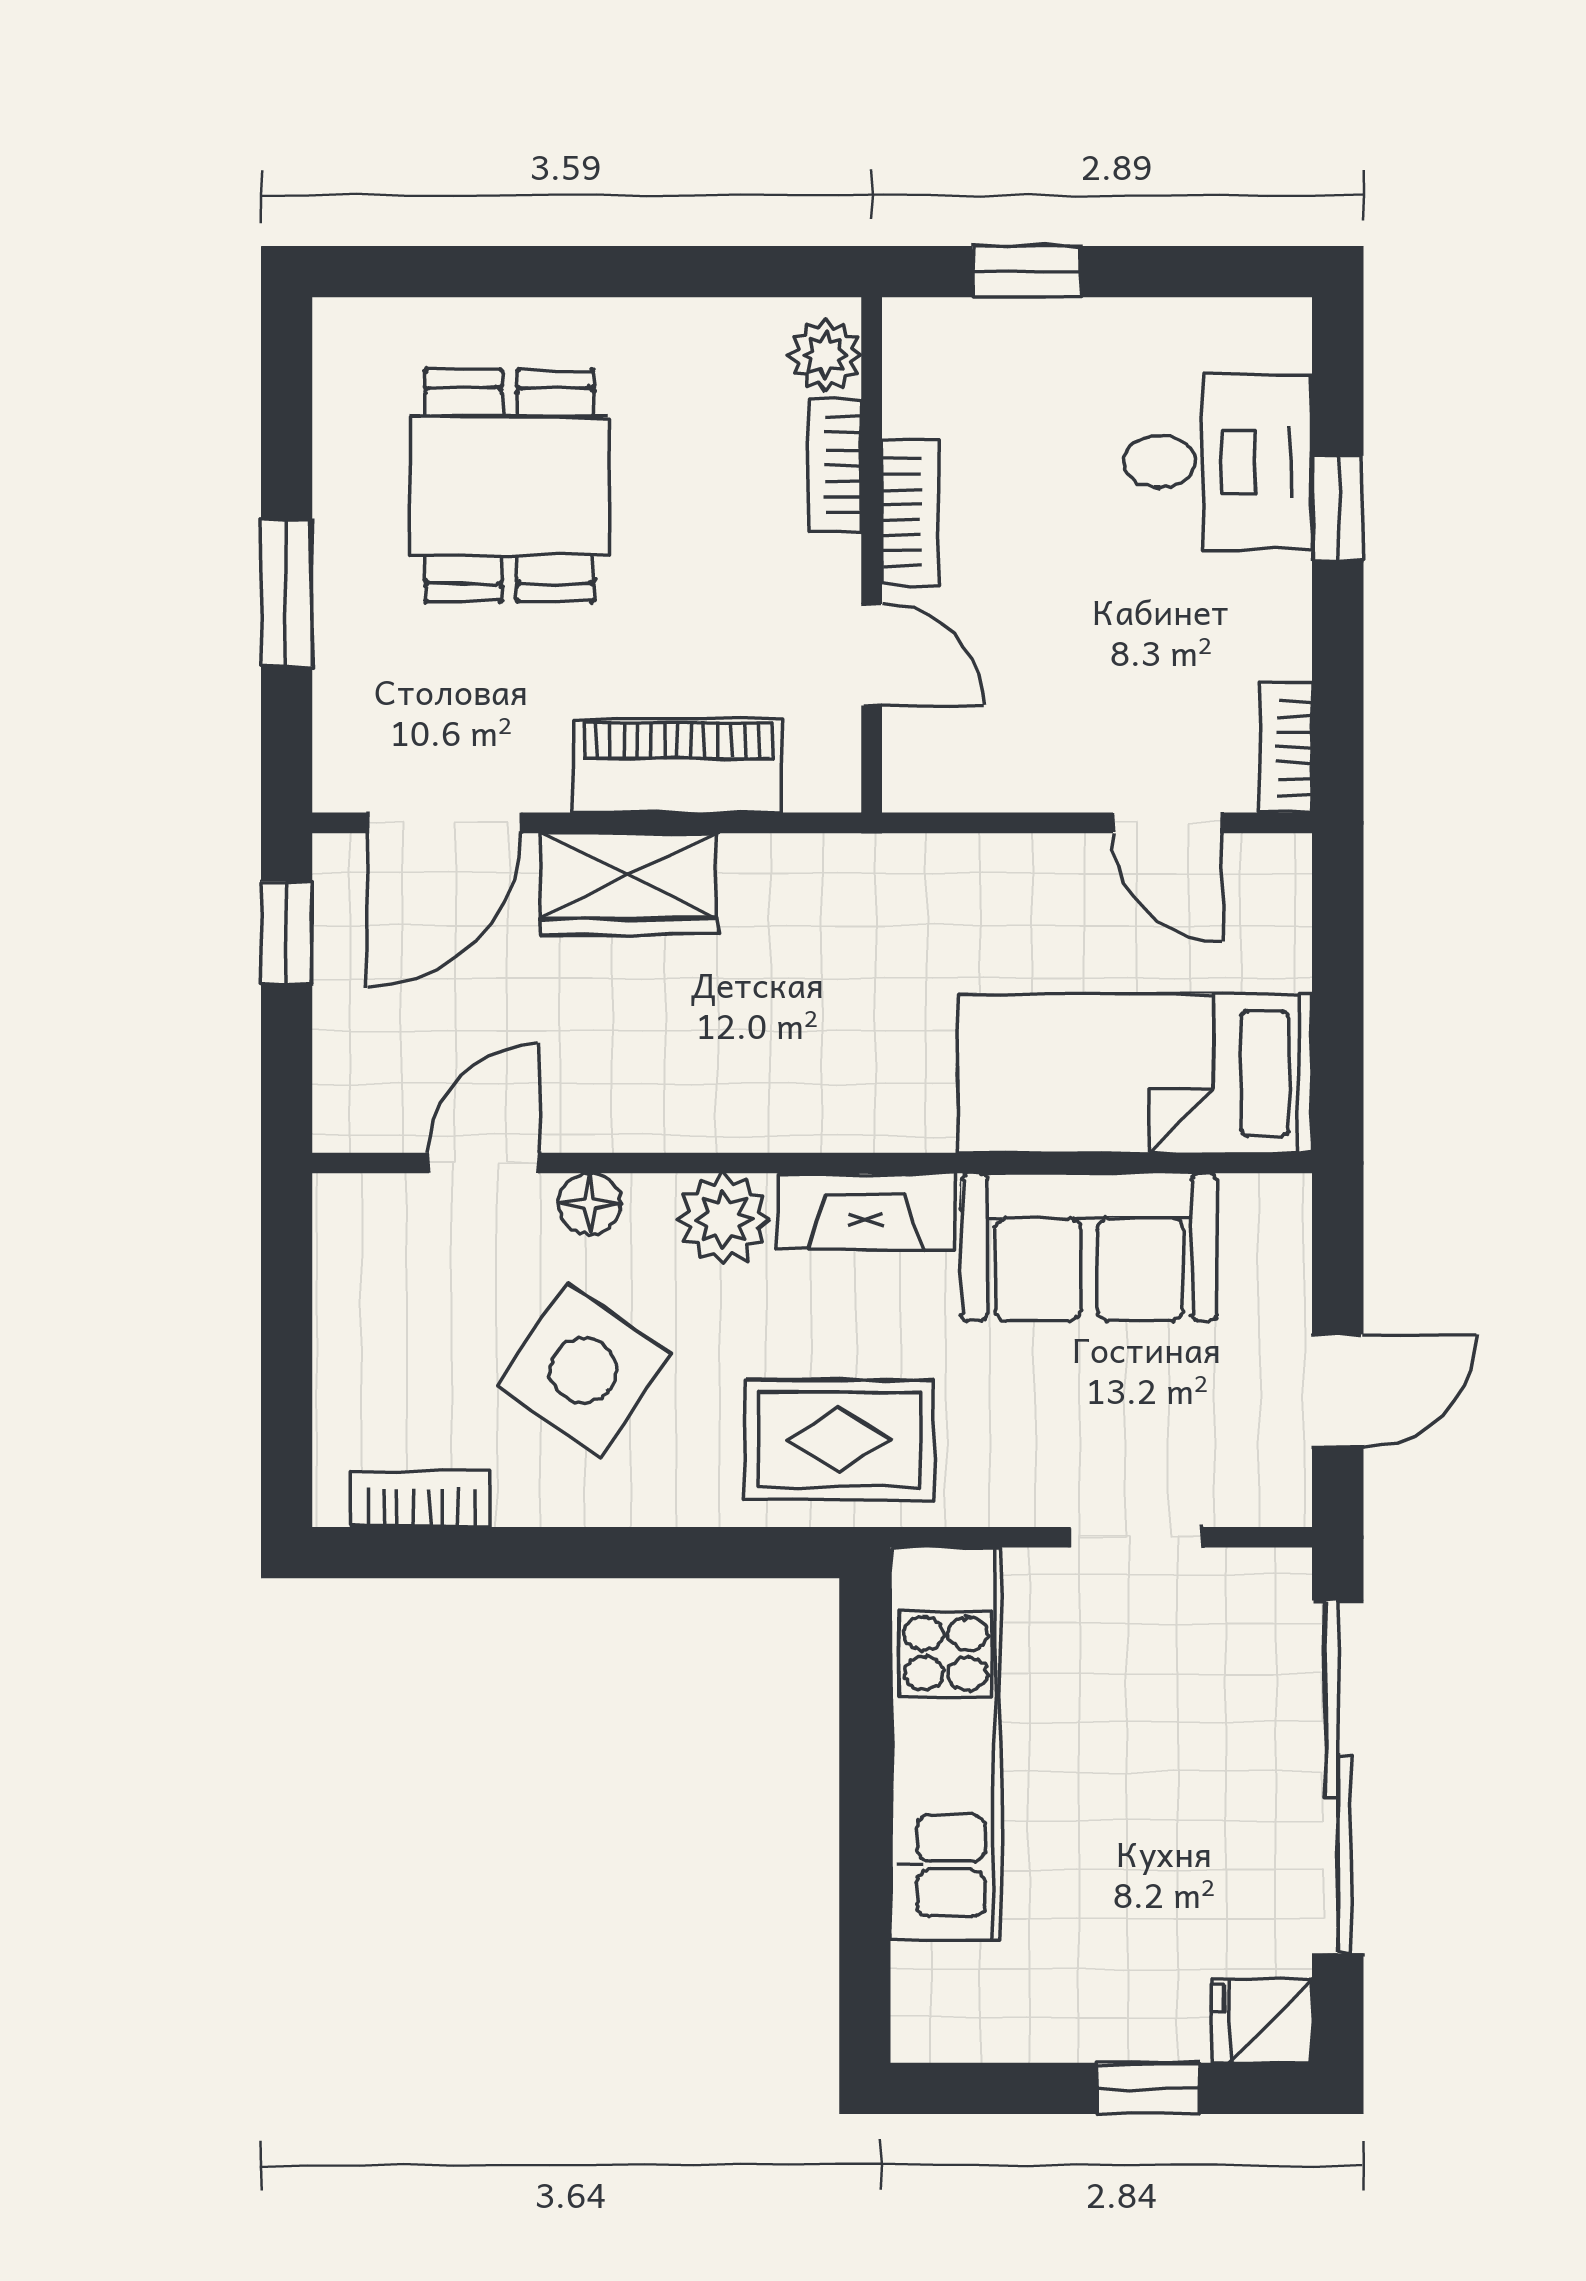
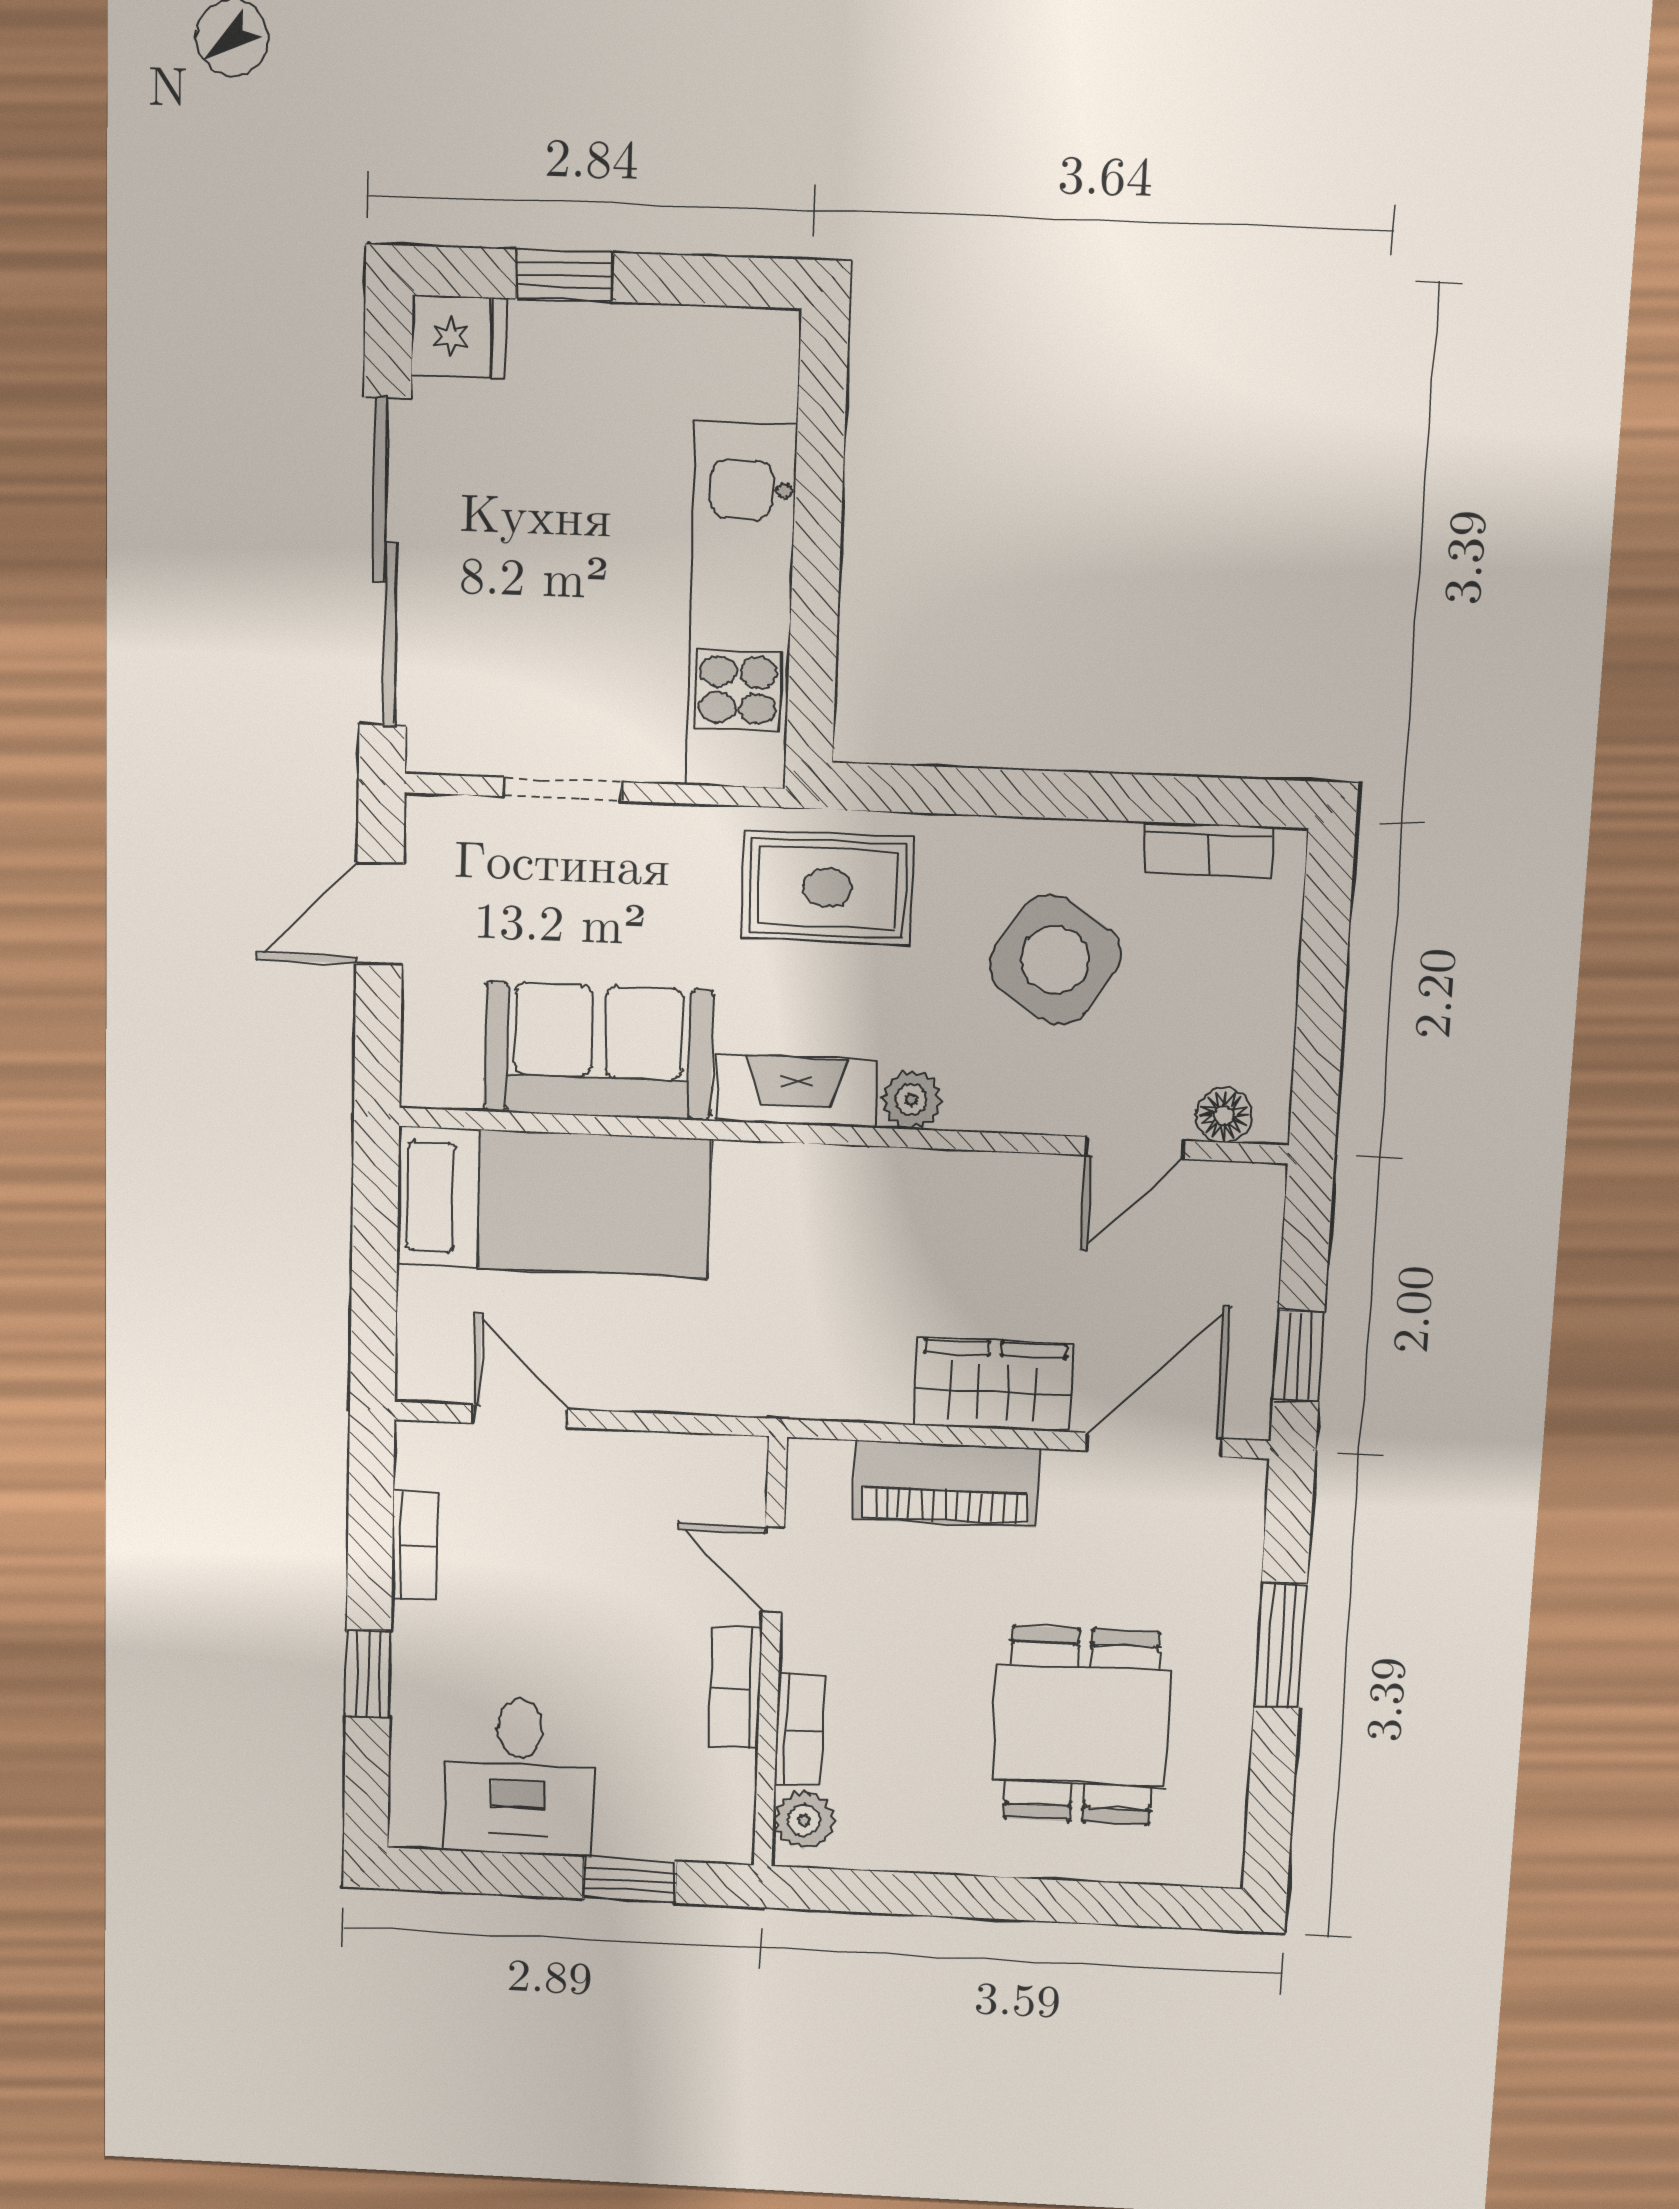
desk: (1218, 462) -> (519, 1777), moved, turned -90
bookcase: (1286, 748) -> (415, 1546), moved
floor lamp: (590, 1204) -> (1224, 1115), moved
plant: (724, 1219) -> (911, 1100), width x0.73, depth x0.73

